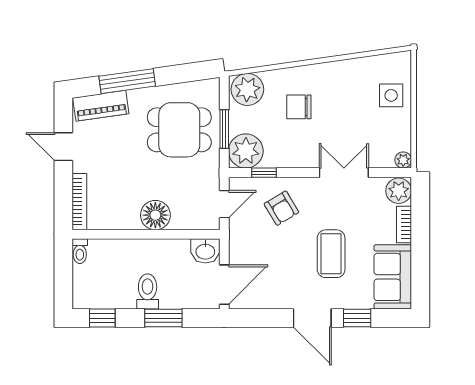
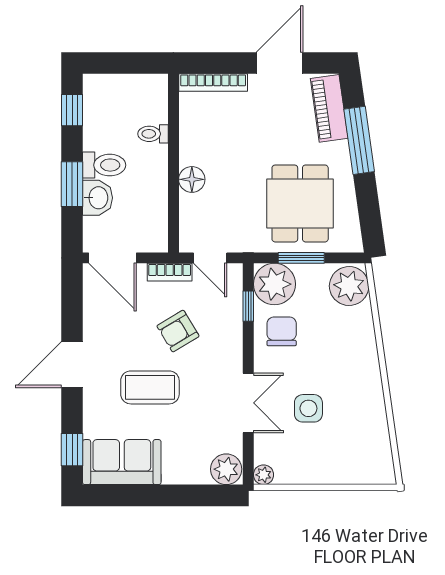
side table: (391, 95) -> (308, 408), moved
chair: (299, 107) -> (282, 331), moved
door: (63, 147) -> (280, 63), width x1.38
armchair: (281, 208) -> (178, 331), moved
floor lamp: (155, 215) -> (192, 179), width x0.73, depth x0.73
bookcase: (404, 224) -> (170, 272), moved, turned 180
toilet: (80, 251) -> (153, 134), moved
washbasin: (205, 251) -> (98, 198), moved, turned 180
window: (357, 318) -> (72, 450), moved

